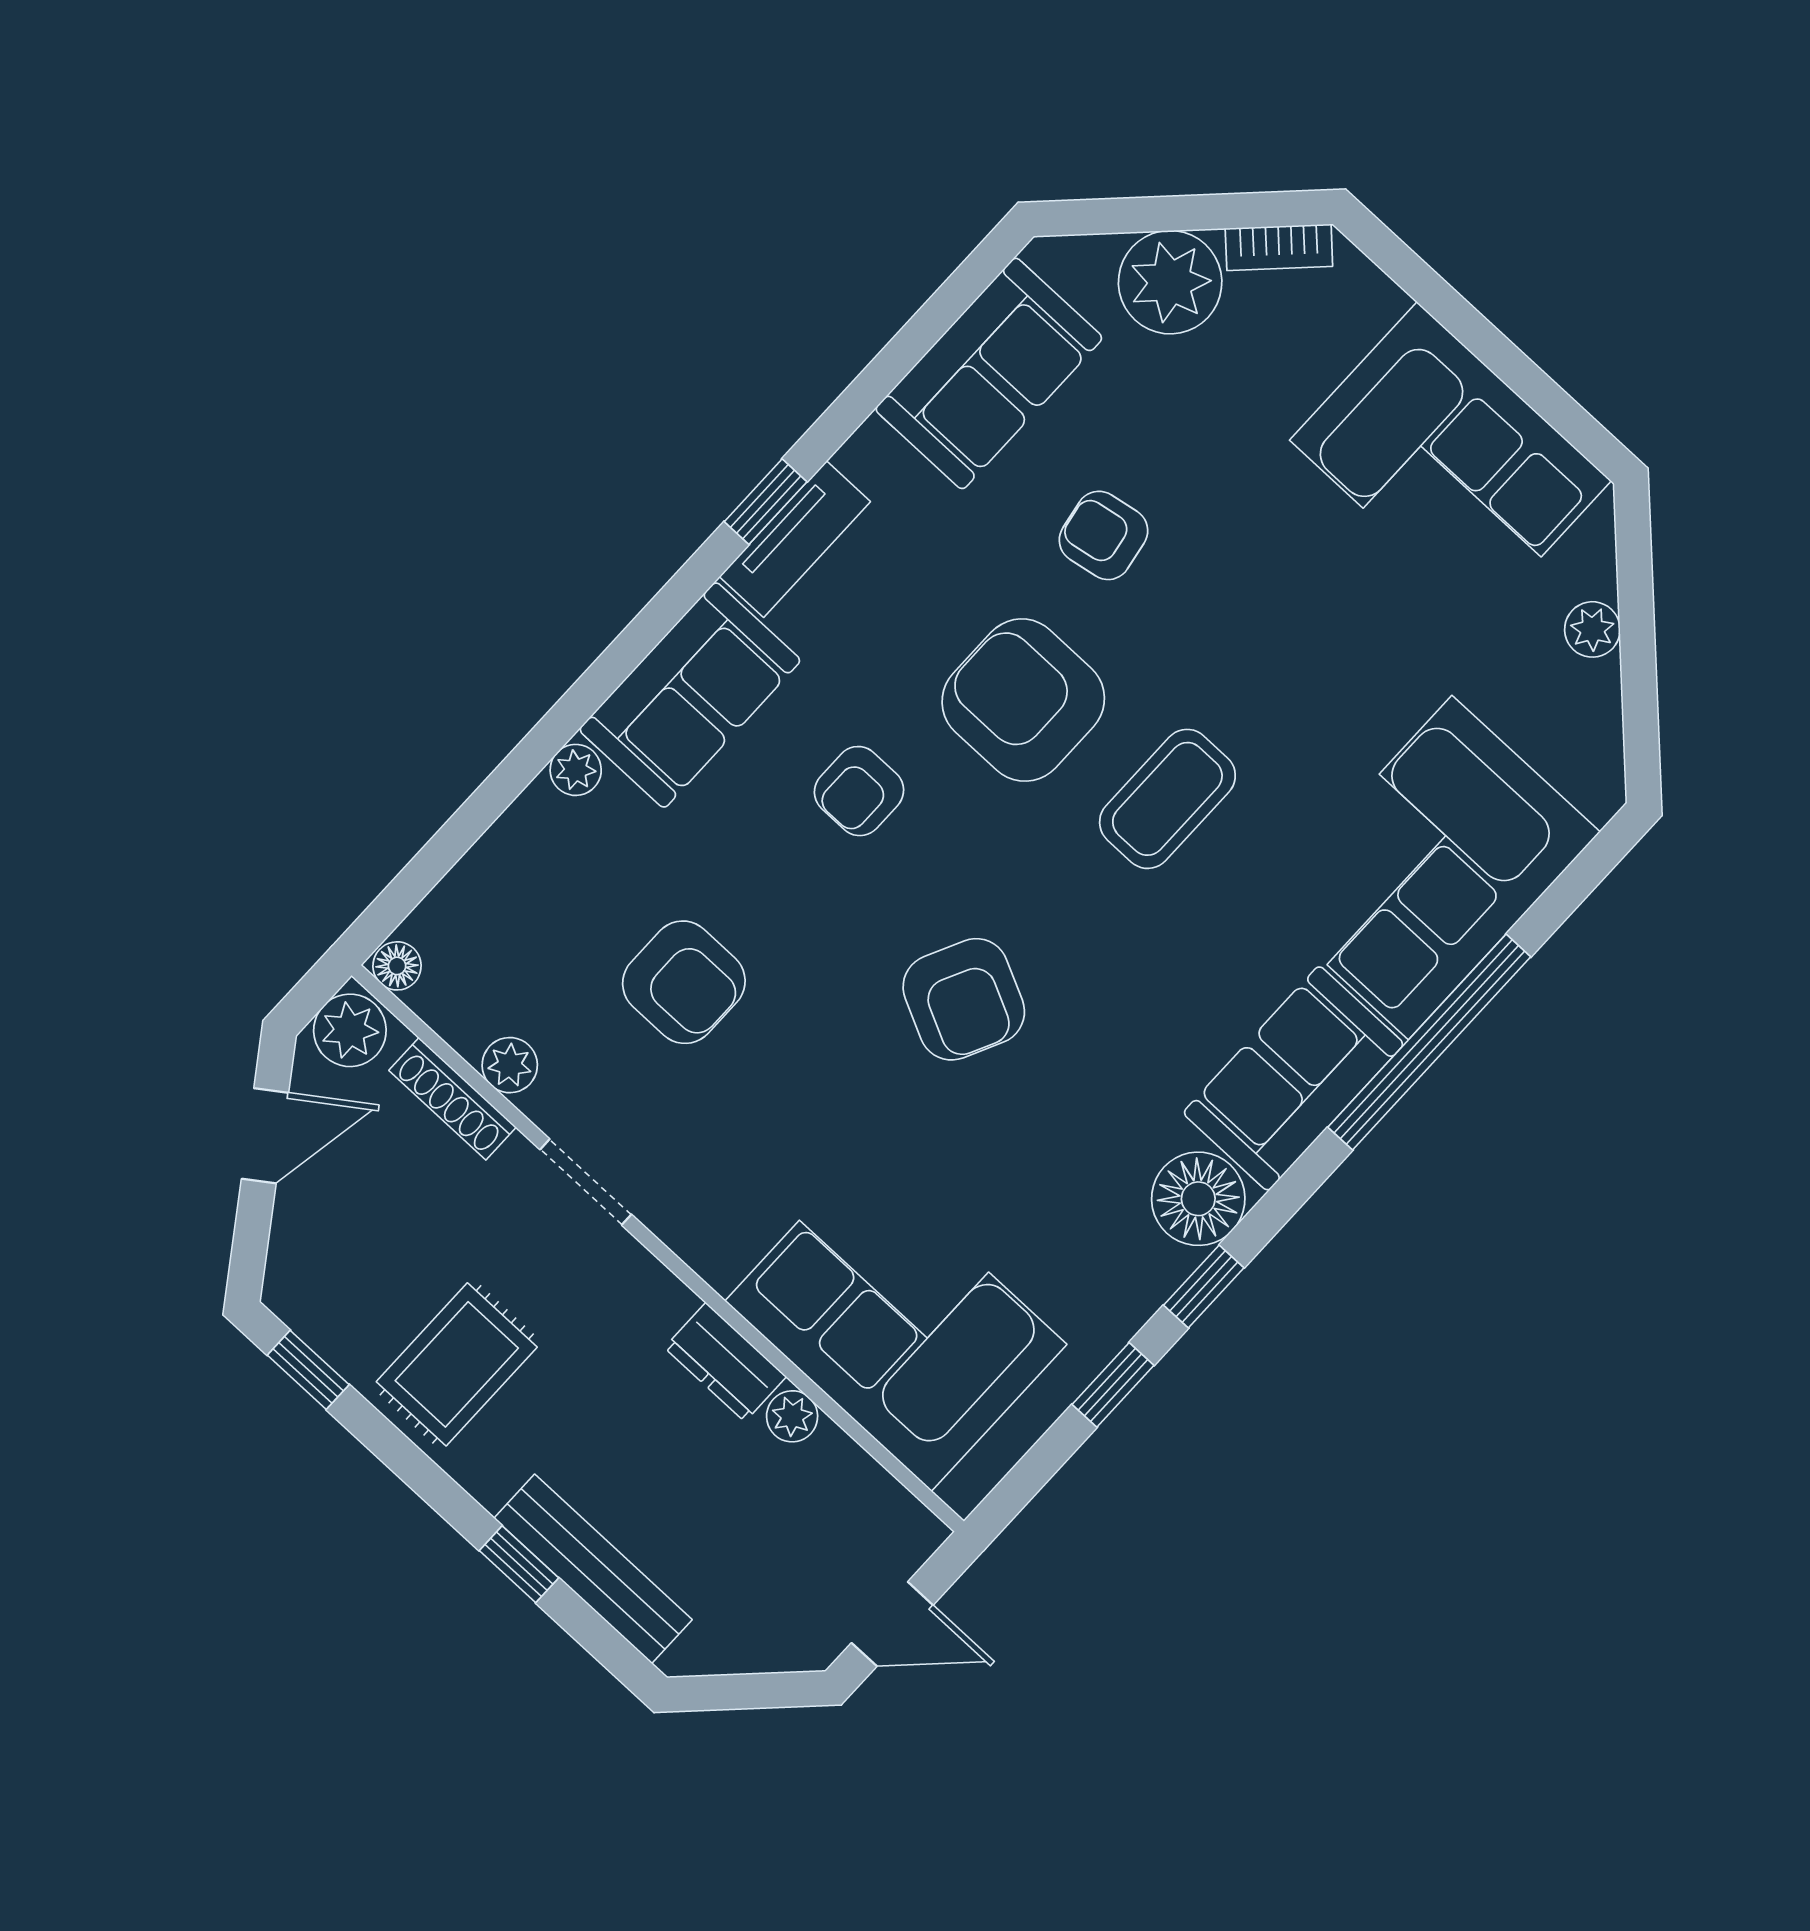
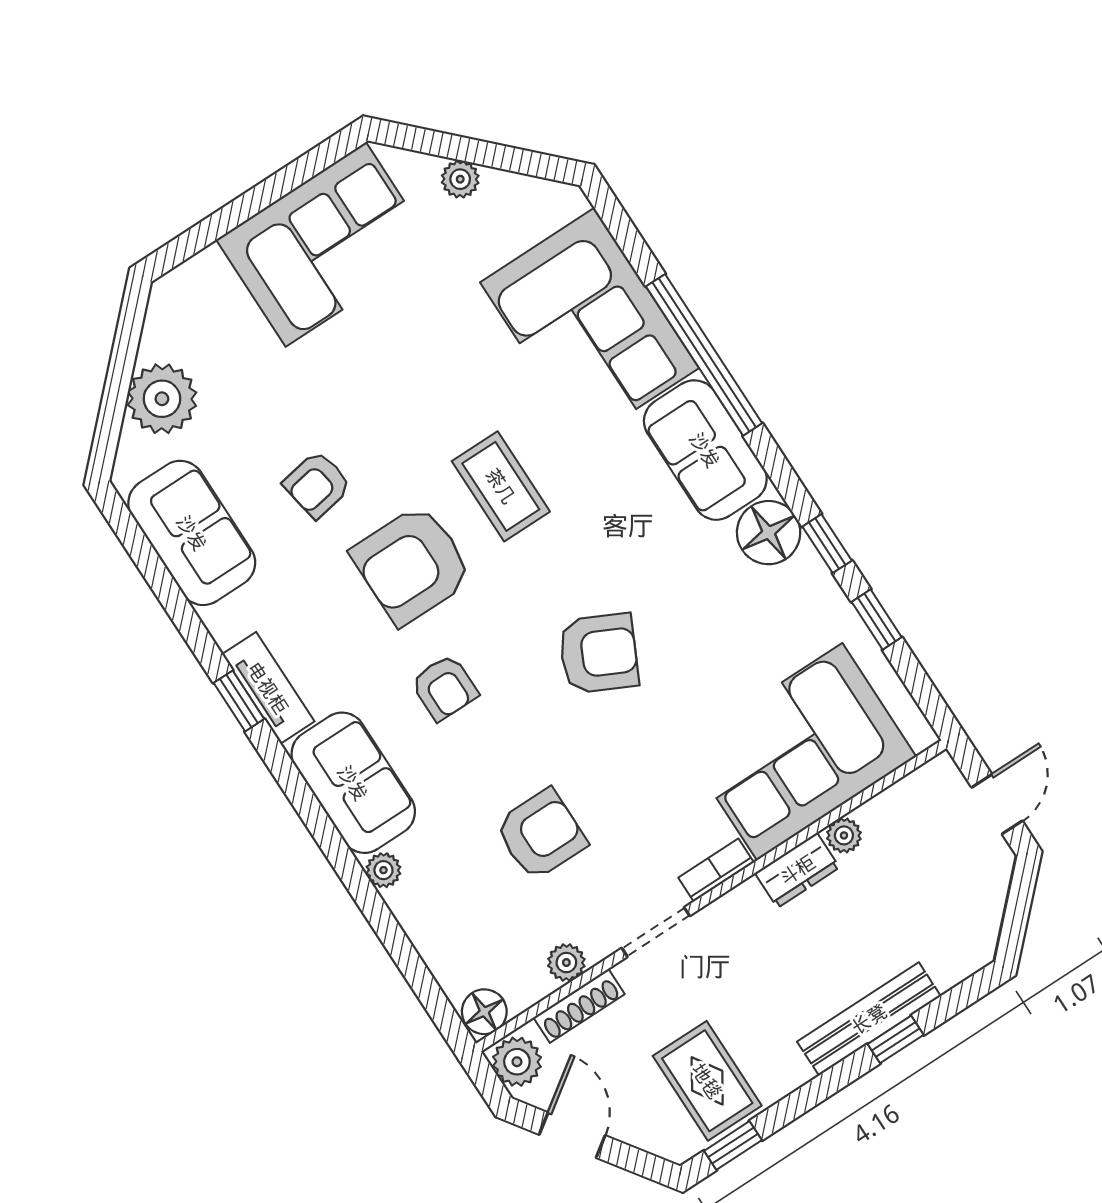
bookcase: (1279, 247) -> (716, 870), moved, turned -135
floor lamp: (397, 966) -> (484, 1012), width x1.37, depth x1.37
rug: (457, 1364) -> (707, 1081), moved
bench: (593, 1569) -> (869, 1019), moved

